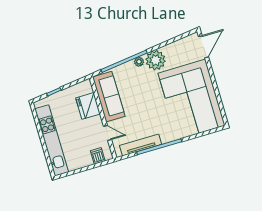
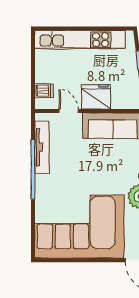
fridge: (88, 106) -> (96, 97), moved
door: (107, 133) -> (69, 111), swing flipped

